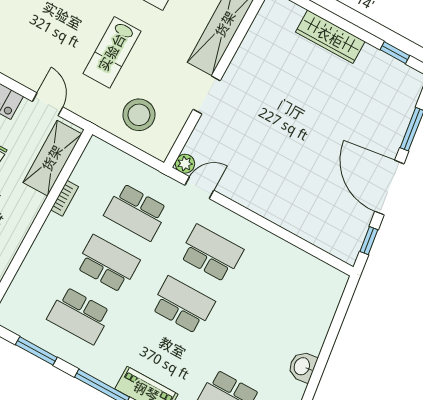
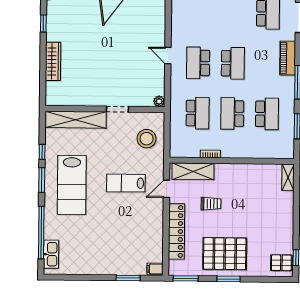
lab bench: (112, 52) -> (126, 183), moved, turned 180
door: (199, 188) -> (168, 56), moved
school desk: (183, 305) -> (233, 63), turned 180

